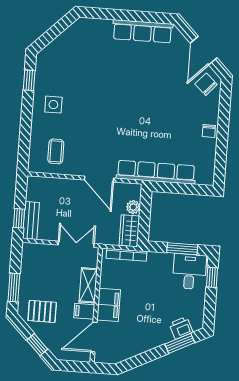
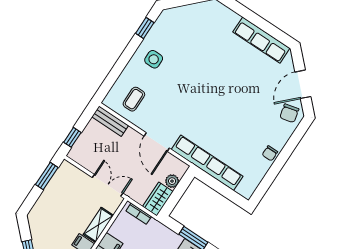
chair: (206, 84) -> (289, 113), turned -146
bench: (31, 220) -> (110, 121), moved, turned 90
bookcase: (127, 255) -> (139, 214), width x0.64
window: (14, 288) -> (47, 176), moved
pallet: (42, 311) -> (48, 225), removed

